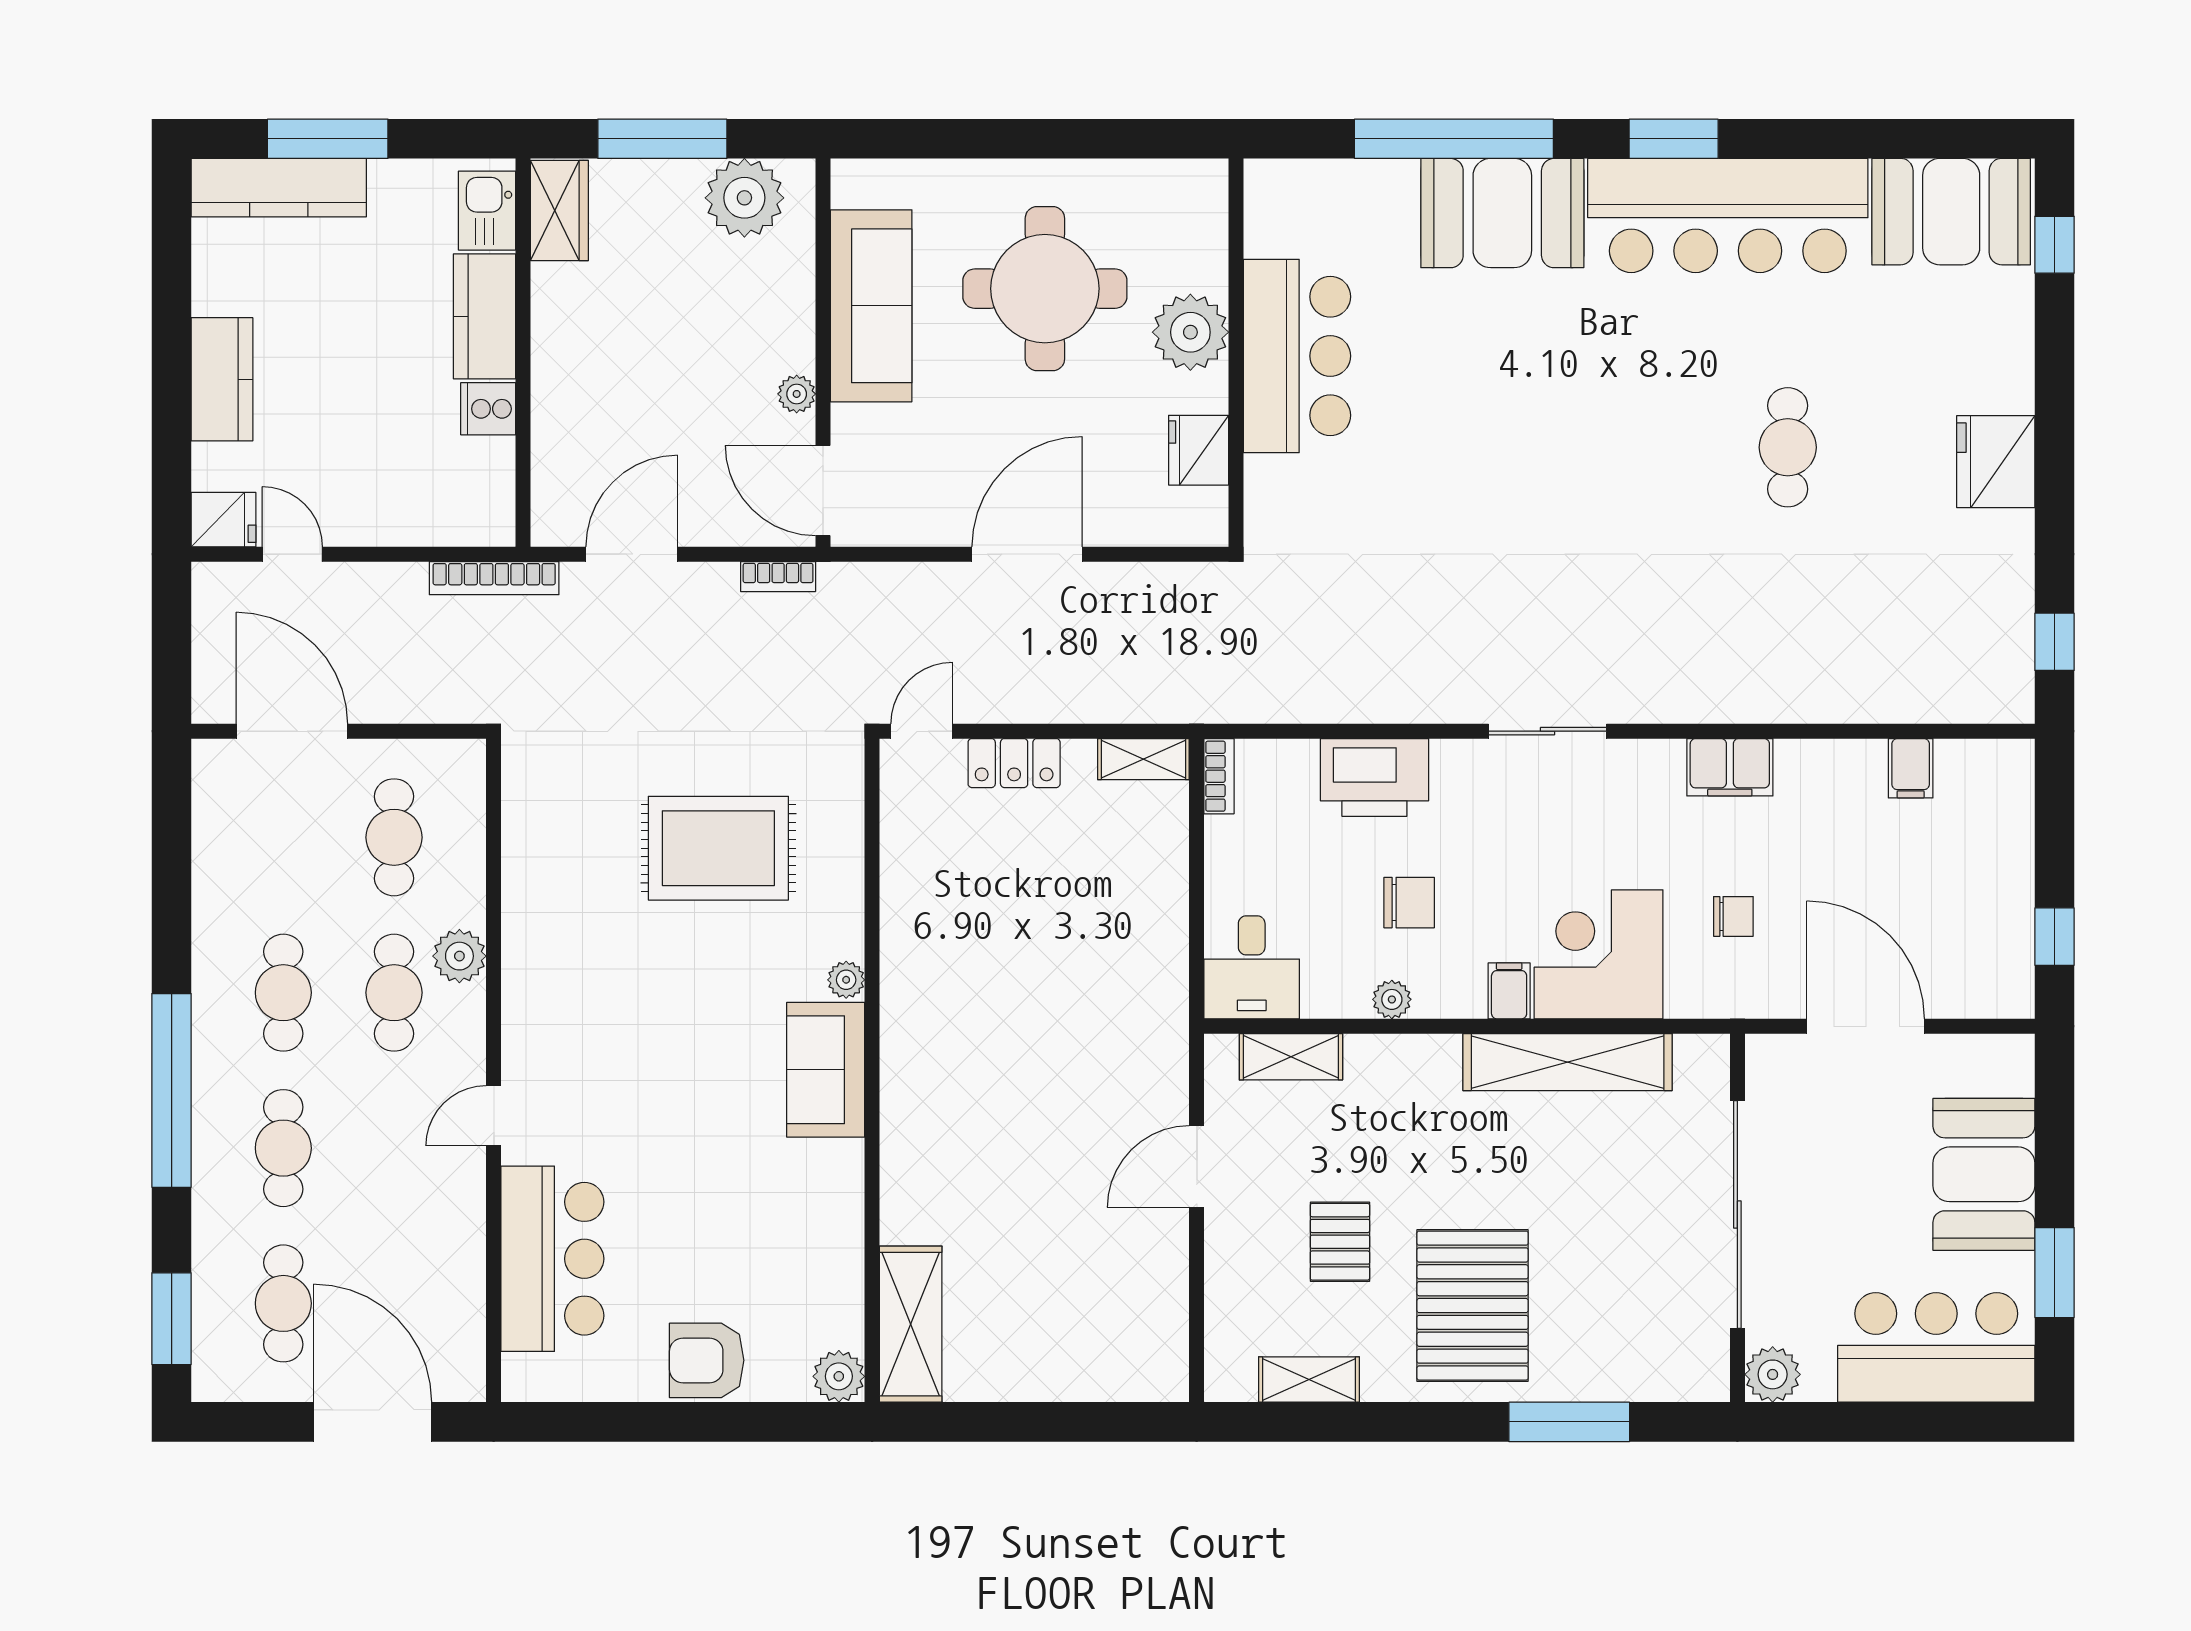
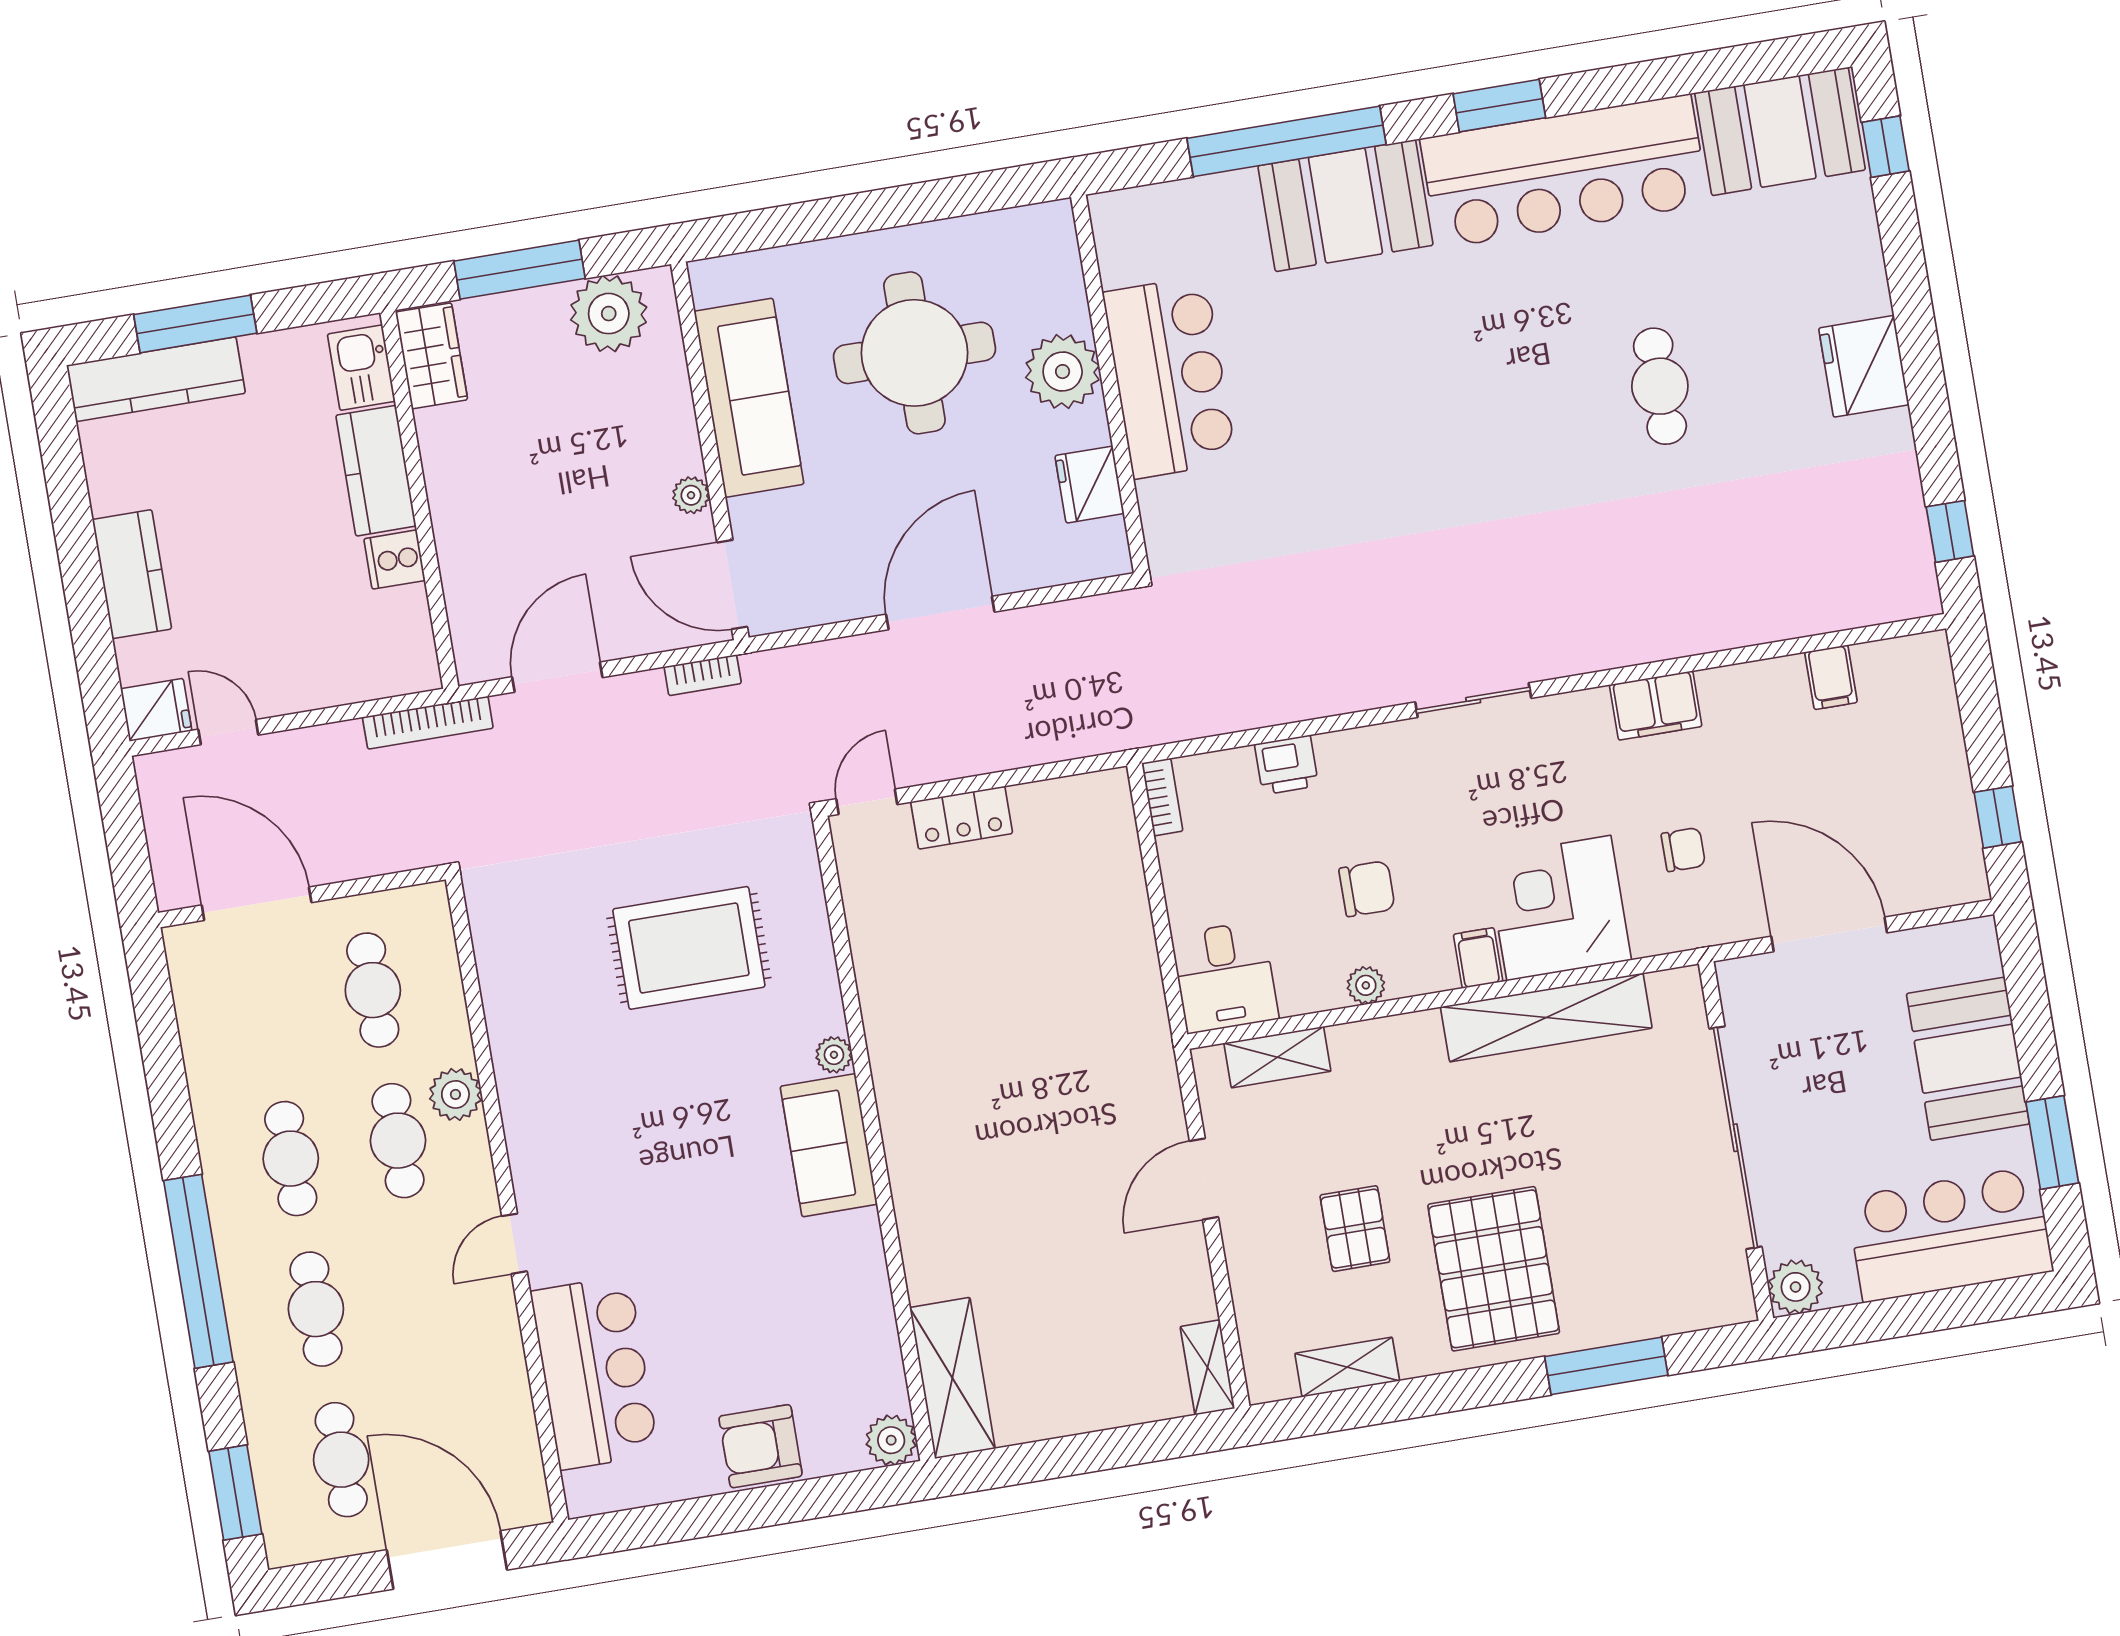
shelving: (1143, 759) -> (1207, 1367), moved, turned 90
printer: (1374, 777) -> (1287, 765), width x0.53, depth x0.68

